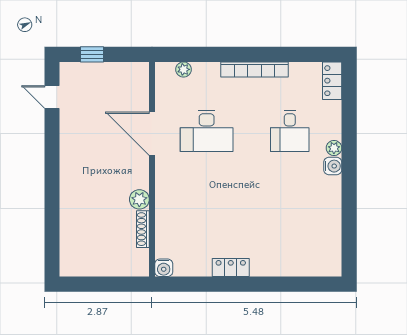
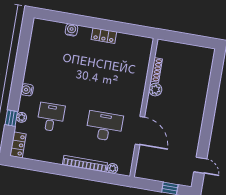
bookcase: (255, 69) -> (85, 164), moved
window: (349, 119) -> (11, 118), added
plant: (334, 148) -> (21, 117), moved
water cooler: (164, 268) -> (71, 30), moved

